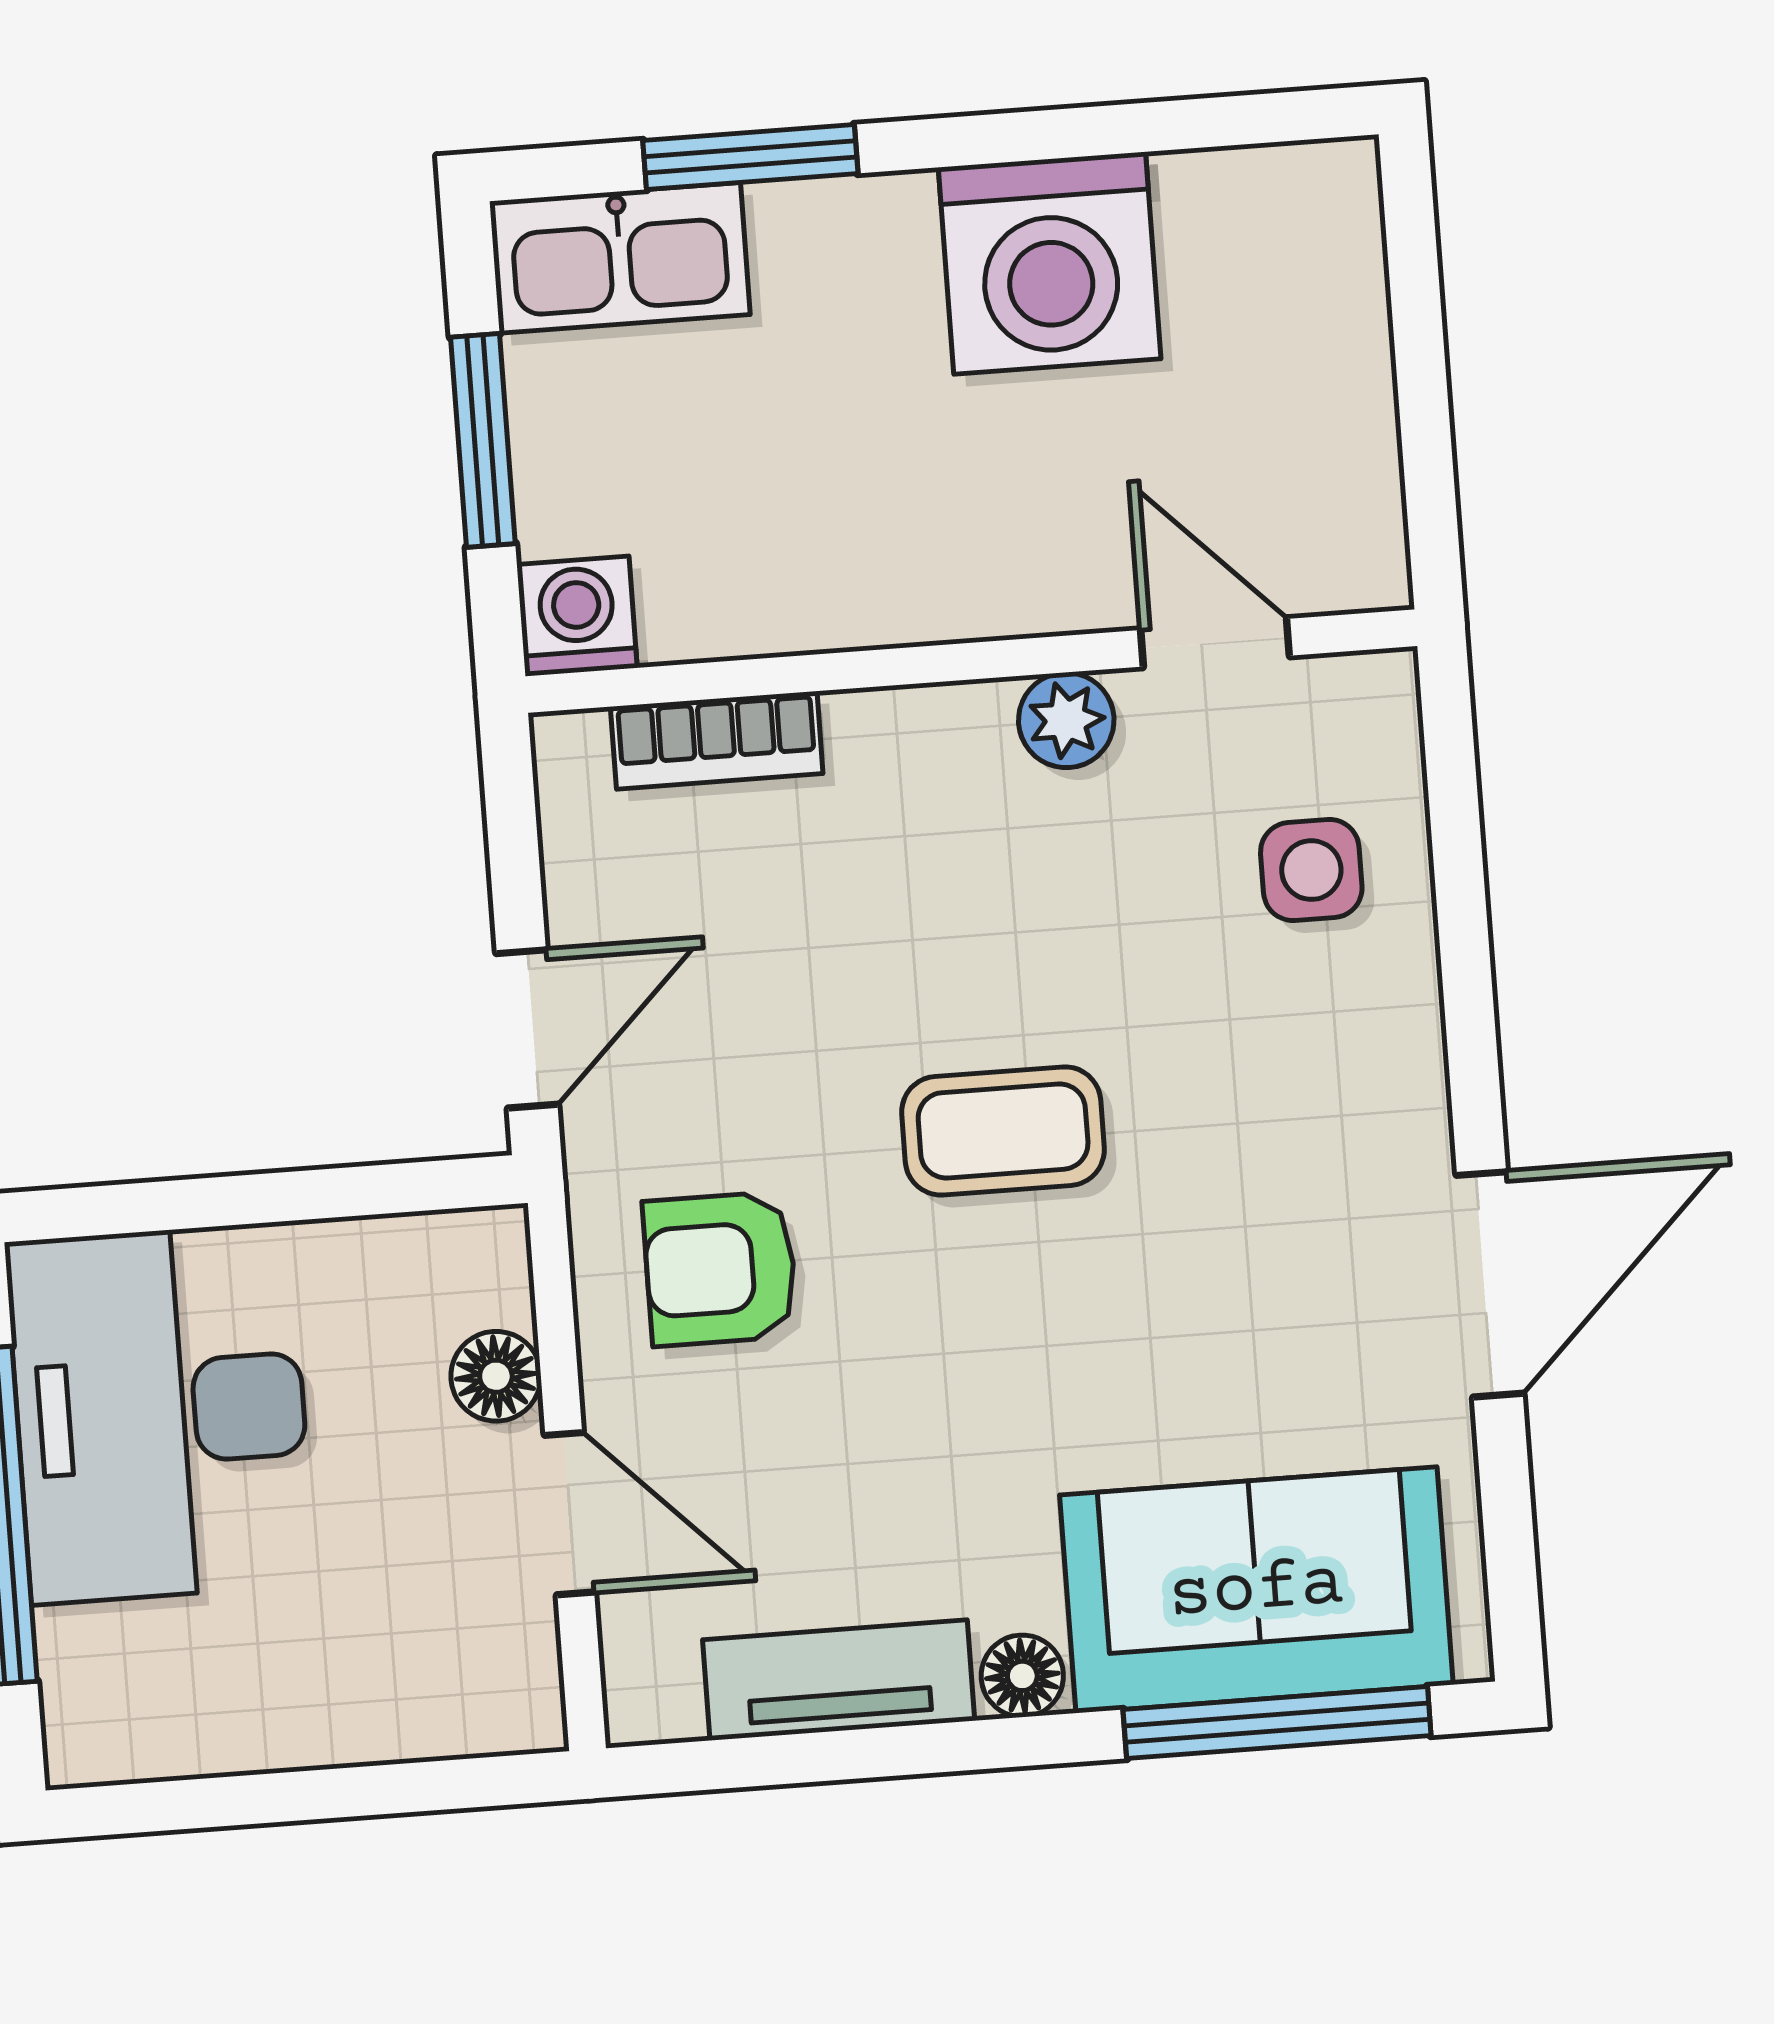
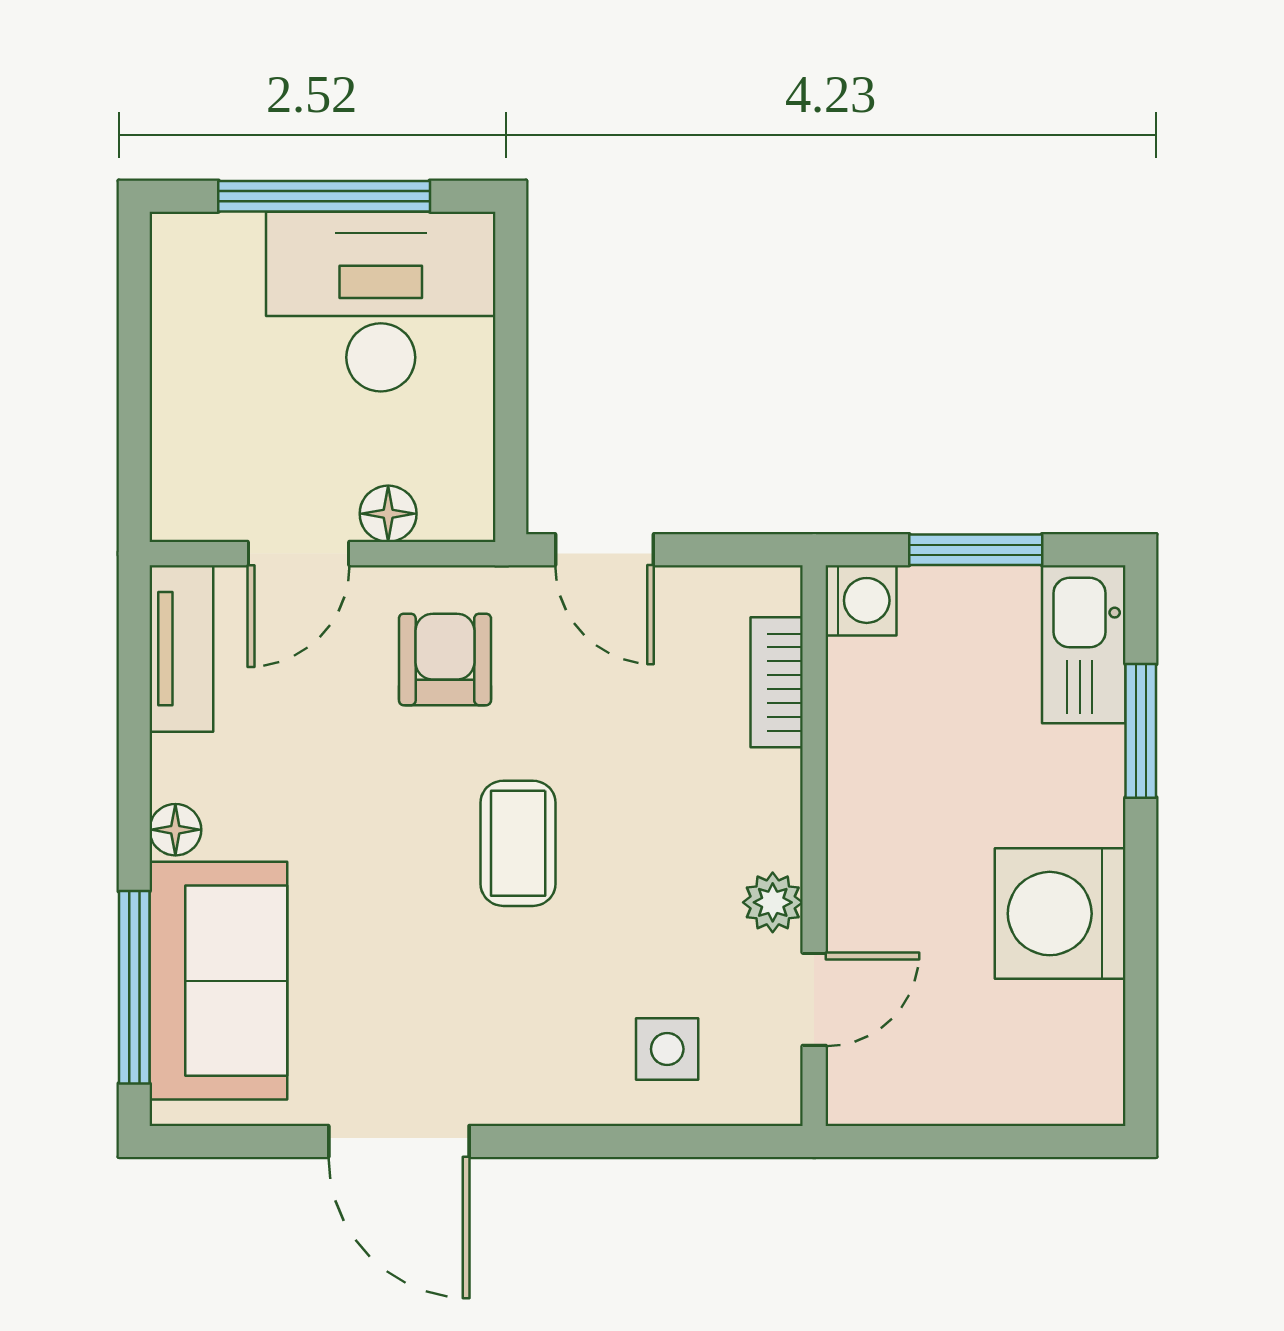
tv unit: (839, 1680) -> (181, 649), moved

